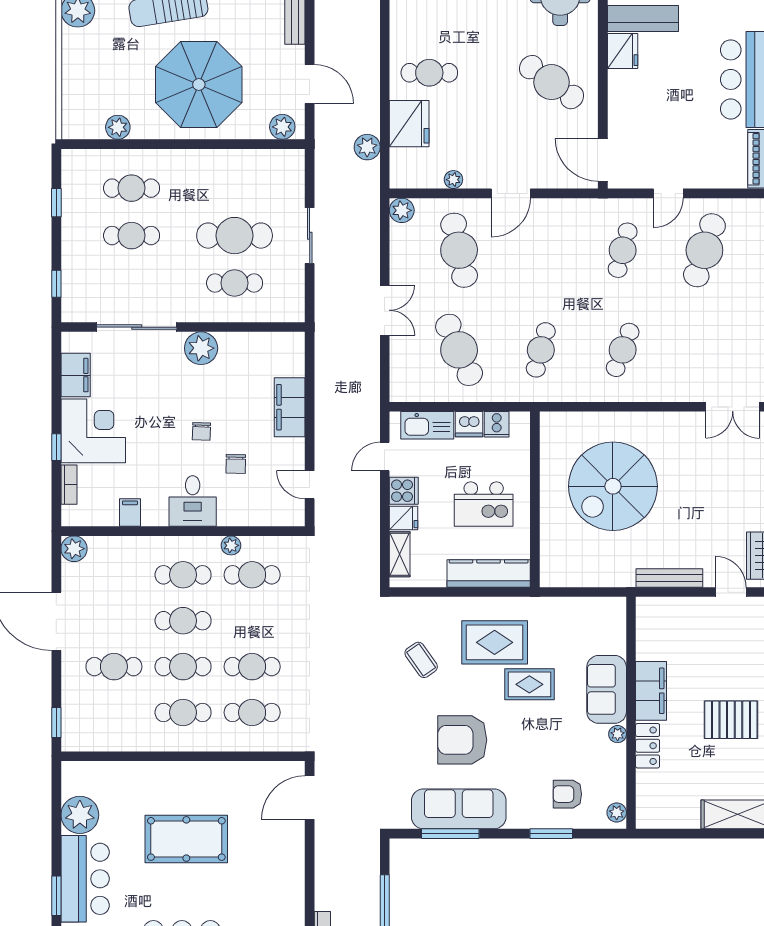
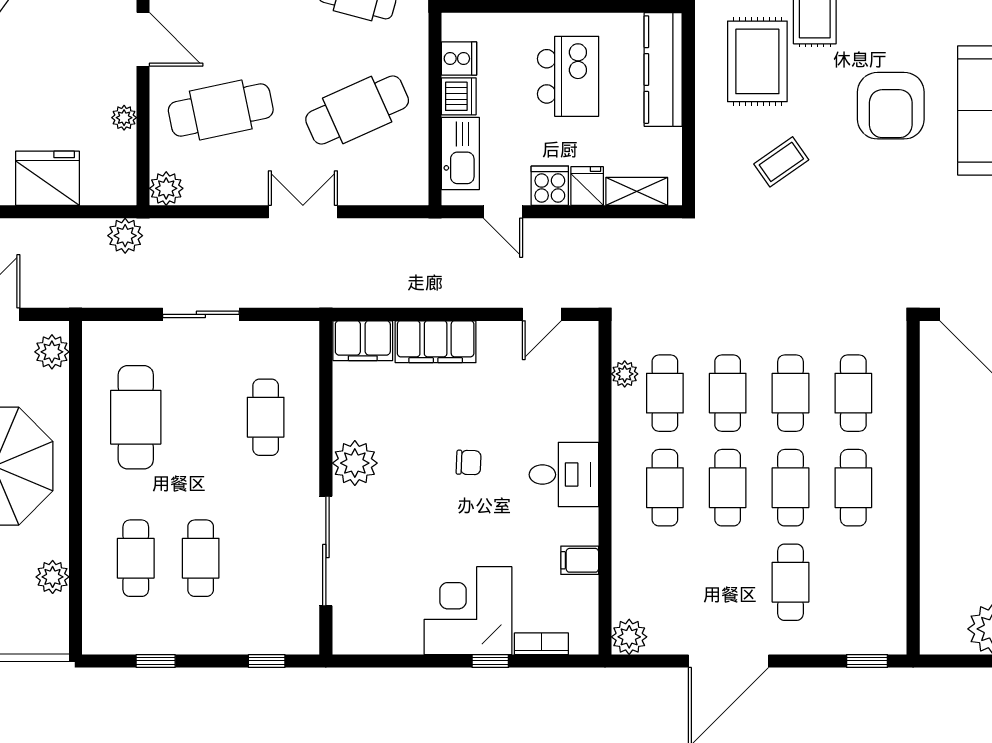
plant: (367, 147) -> (125, 236), moved
cafe table: (235, 236) -> (136, 417), moved
filing cabinet: (76, 375) -> (363, 341), moved, turned 180
chair: (236, 464) -> (513, 416), removed
plant: (231, 545) -> (625, 374), moved
cafe table: (252, 621) -> (728, 393), added

